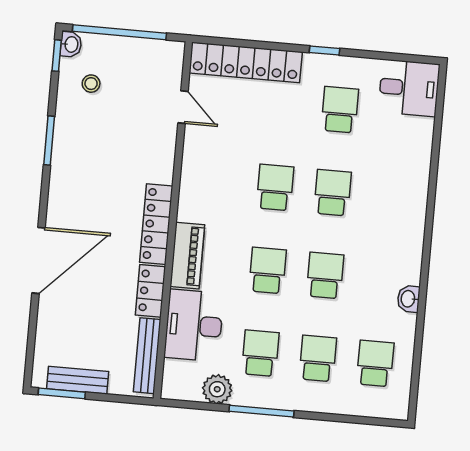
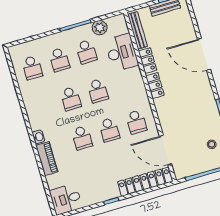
door: (183, 107) -> (166, 150), width x1.87
school desk: (340, 110) -> (136, 122), moved
locker: (156, 224) -> (155, 86), width x0.66
piano: (187, 256) -> (47, 159), moved, turned 180
door: (38, 260) -> (204, 54), hinge flipped
washbasin: (409, 299) -> (38, 137), moved

